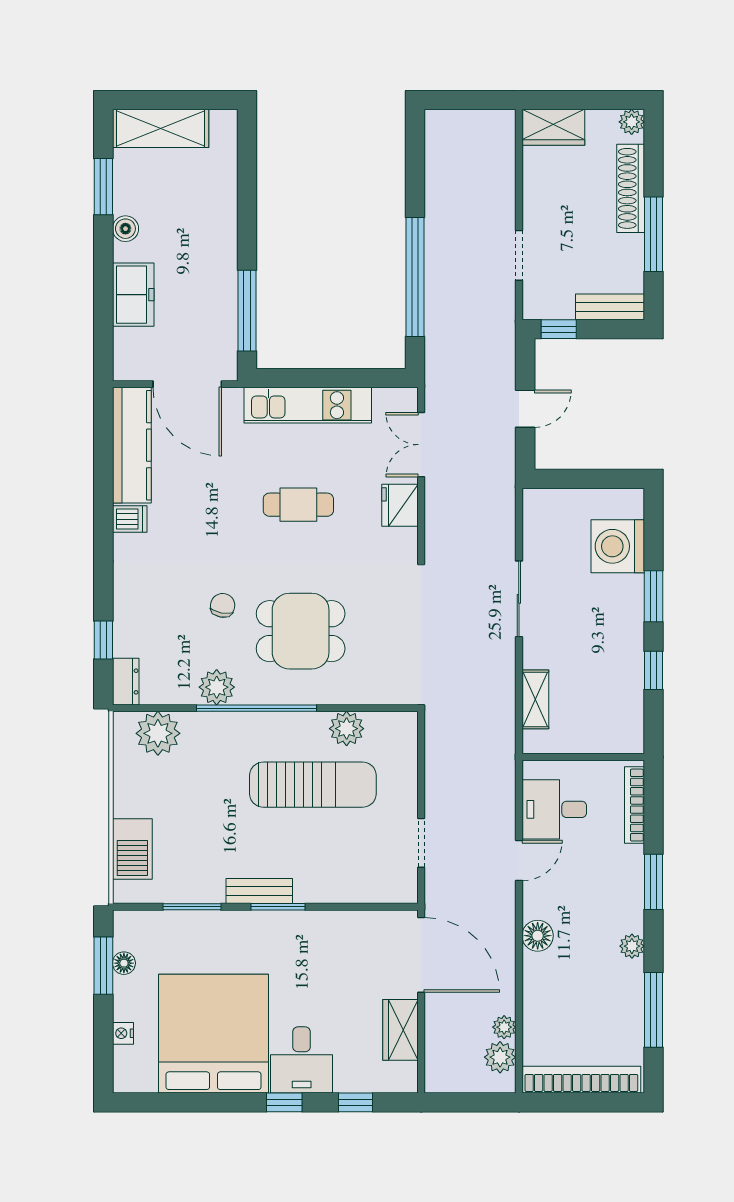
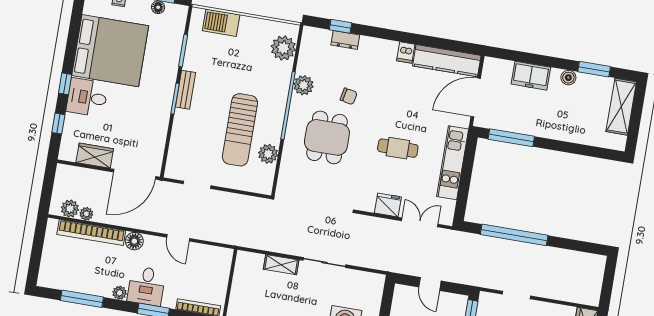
cafe table: (298, 505) -> (398, 148), turned 90
dresser: (126, 682) -> (345, 40), moved
shelving: (535, 699) -> (281, 265), moved
desk: (554, 809) -> (146, 286), moved, turned 180
bookcase: (581, 1080) -> (91, 233), moved, turned 90

